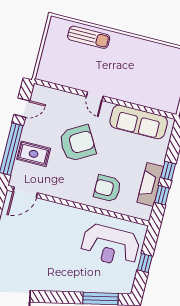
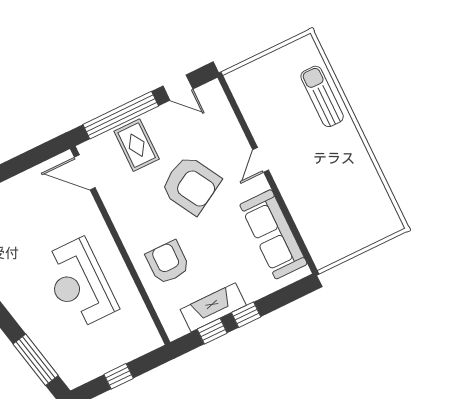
sun lounger: (89, 37) -> (322, 96), turned 180
reception desk: (110, 245) -> (79, 283), moved

